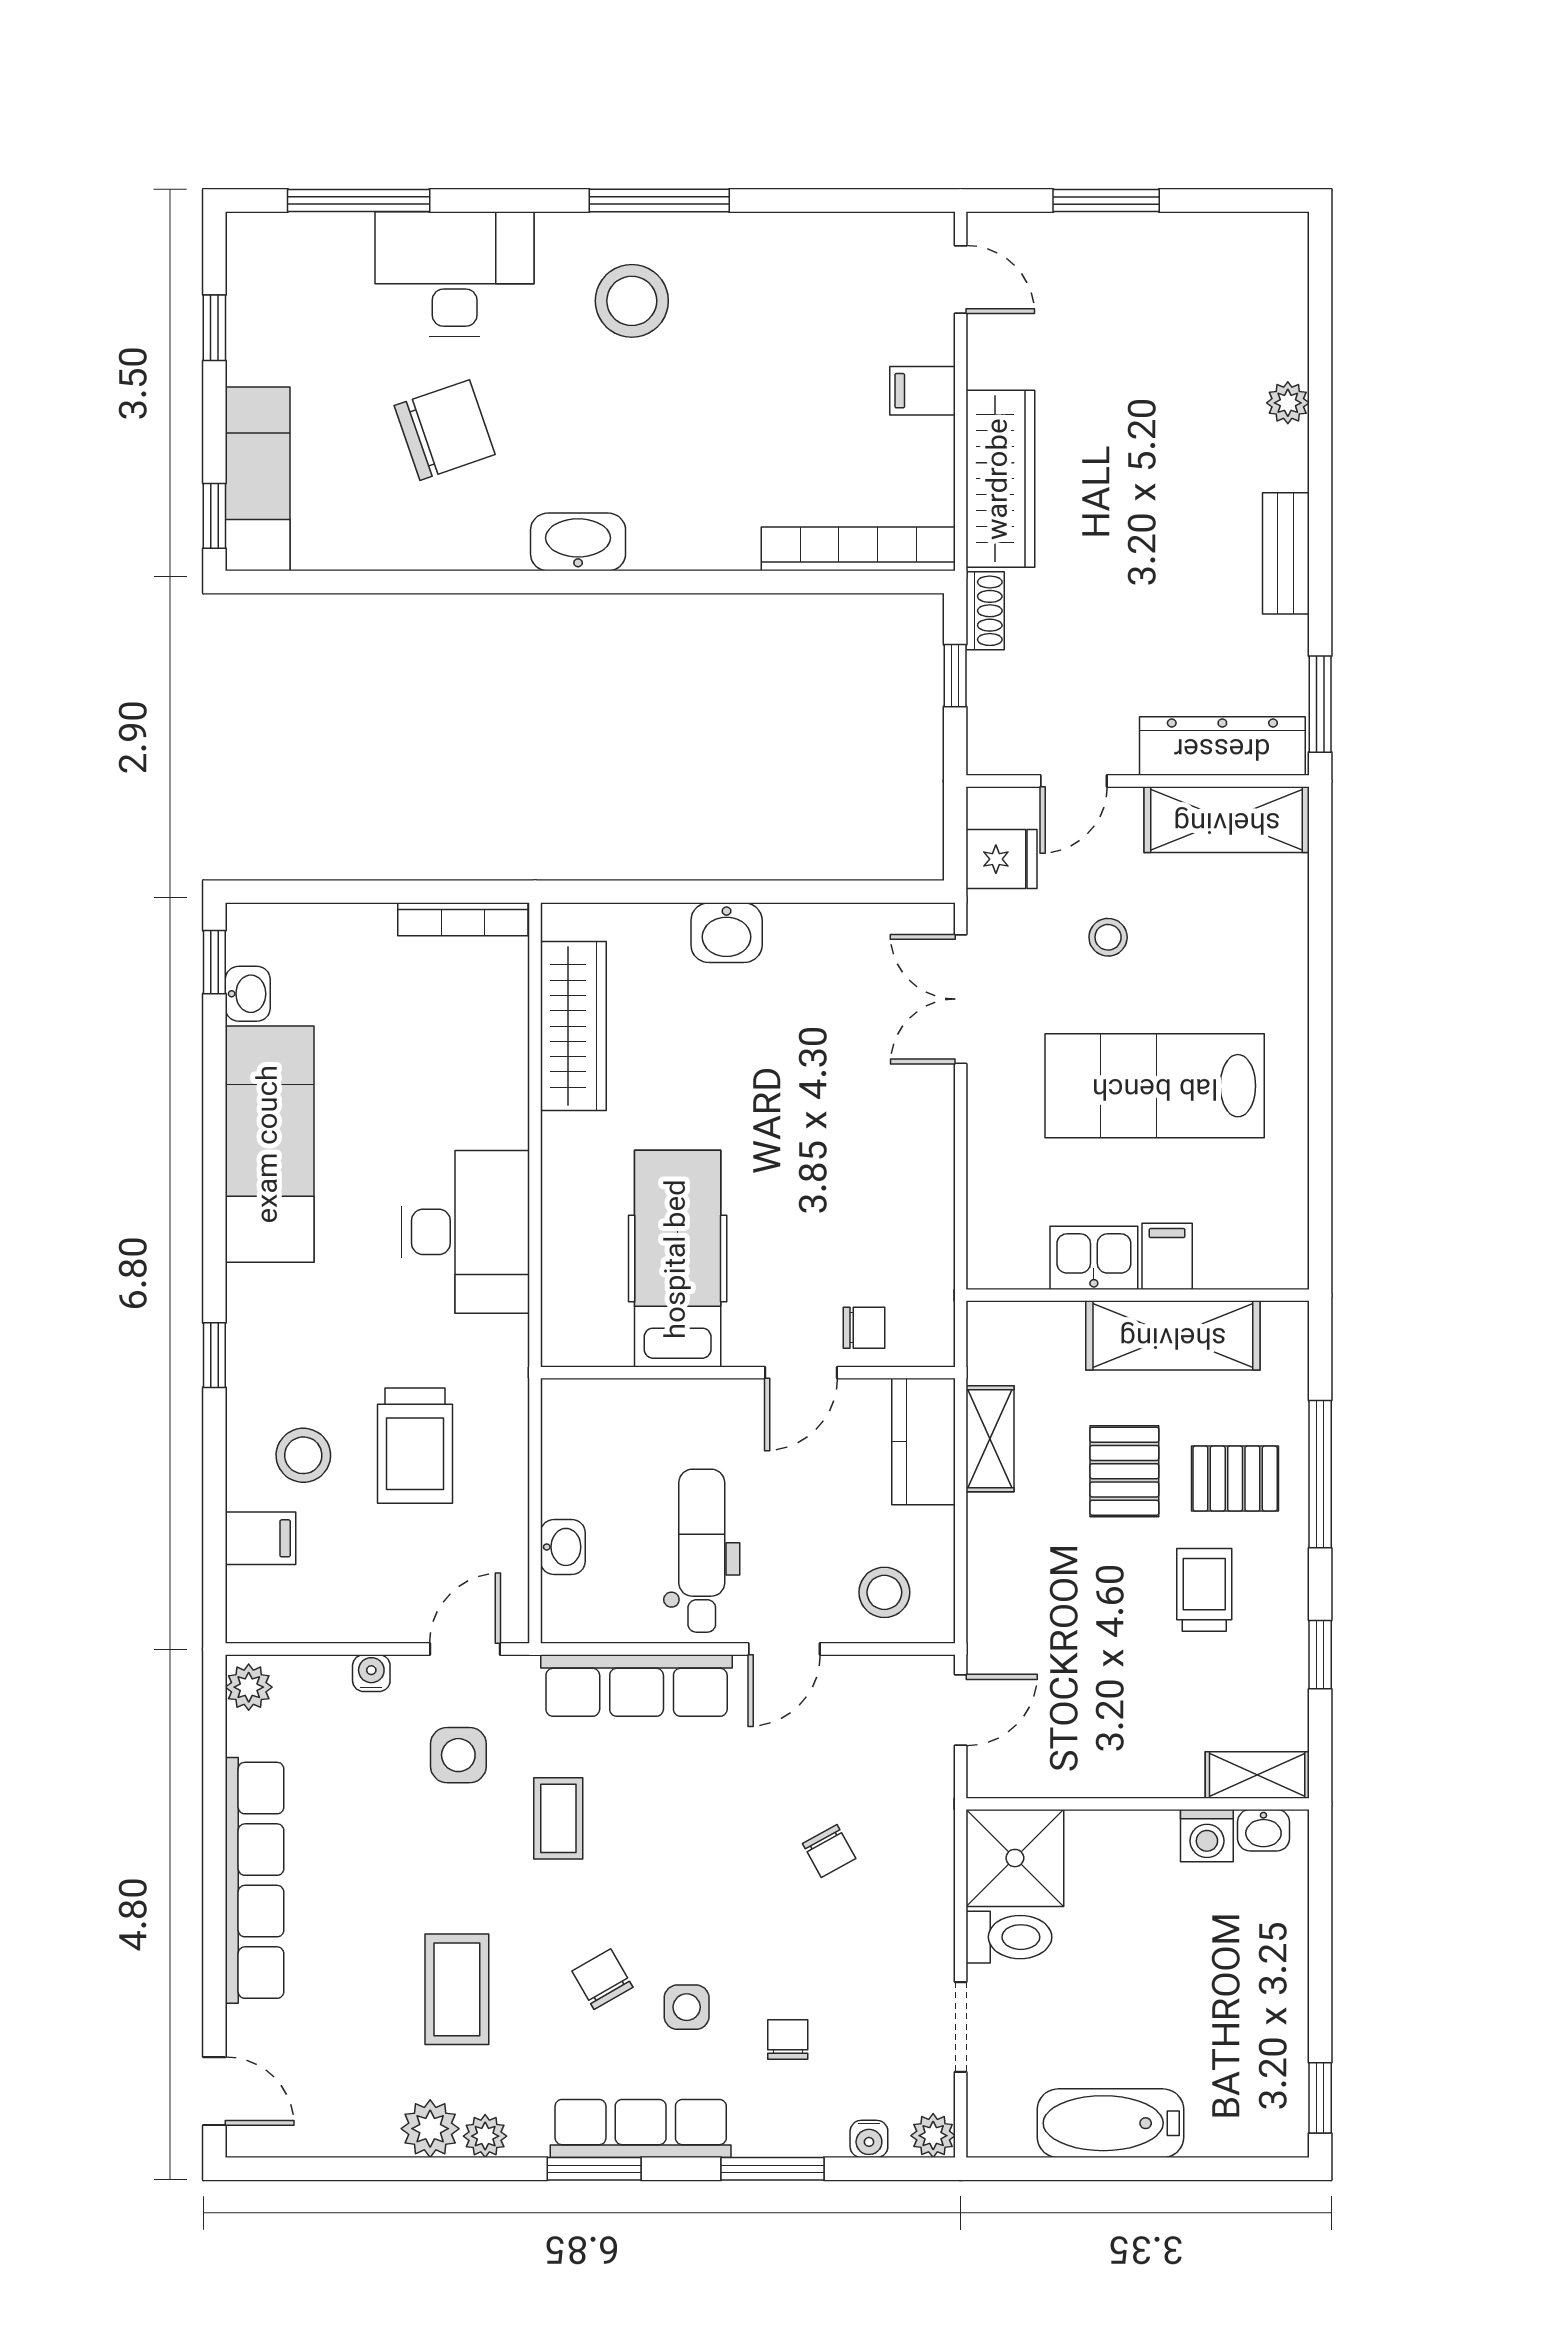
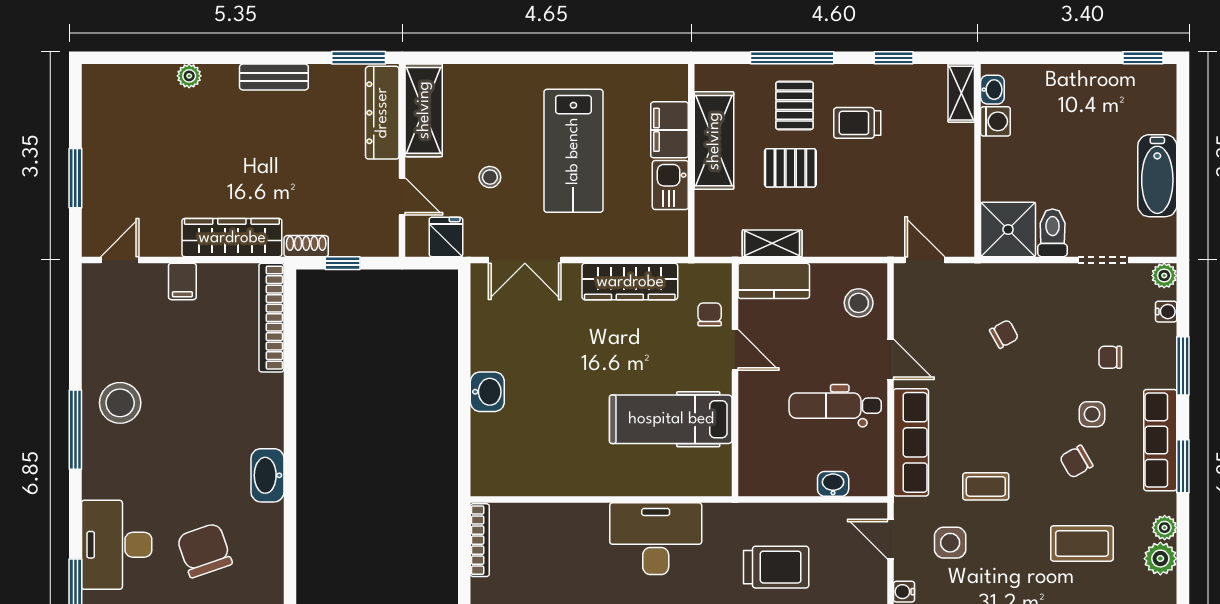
stool: (632, 301) -> (120, 403), moved
wardrobe: (573, 1026) -> (630, 282), moved, turned 180
filing cabinet: (1167, 1256) -> (670, 130), width x2.00

